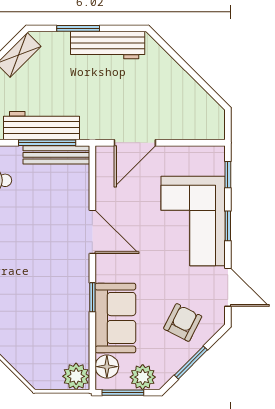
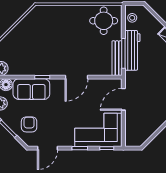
door: (135, 143) -> (123, 99), hinge flipped
corner sofa: (193, 221) -> (98, 130), moved
armchair: (183, 322) -> (29, 124), turned -117

